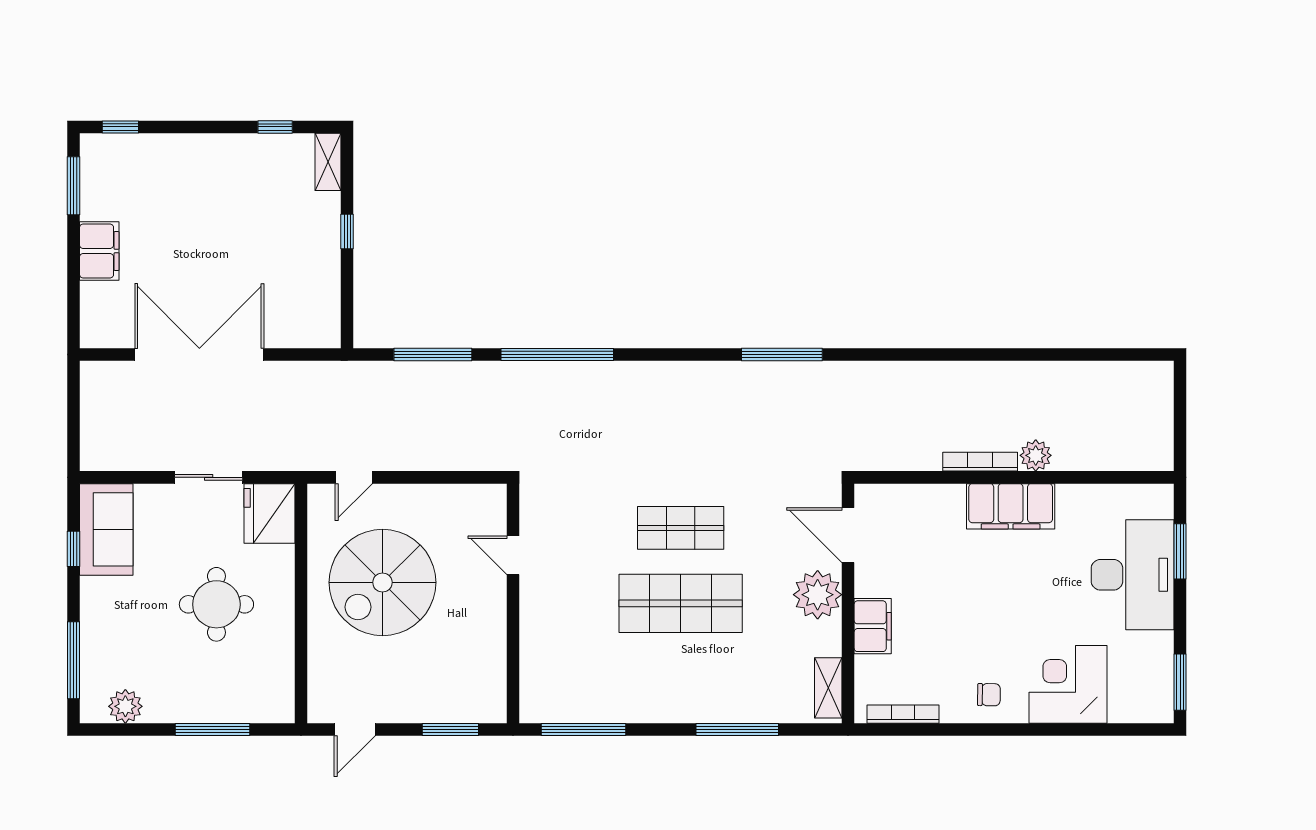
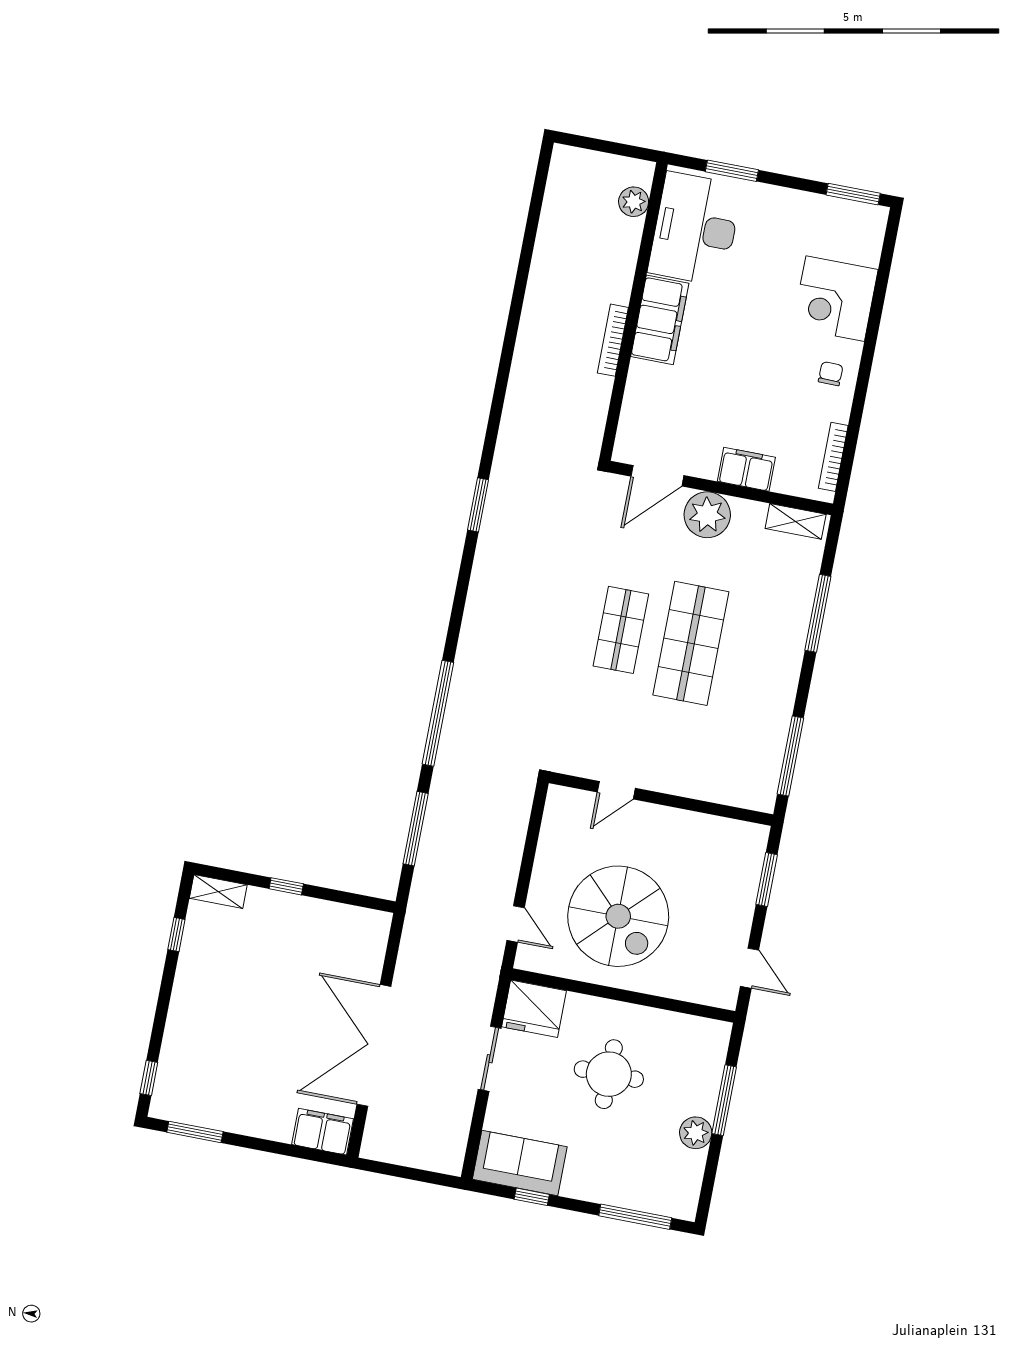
filing cabinet: (99, 251) -> (323, 1132), moved
window: (782, 354) -> (478, 505), width x0.69
plant: (1036, 455) -> (634, 202), moved
desk: (1133, 575) -> (695, 229), moved, turned -90
plant: (125, 706) -> (696, 1133), moved

